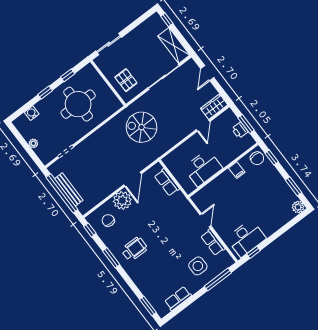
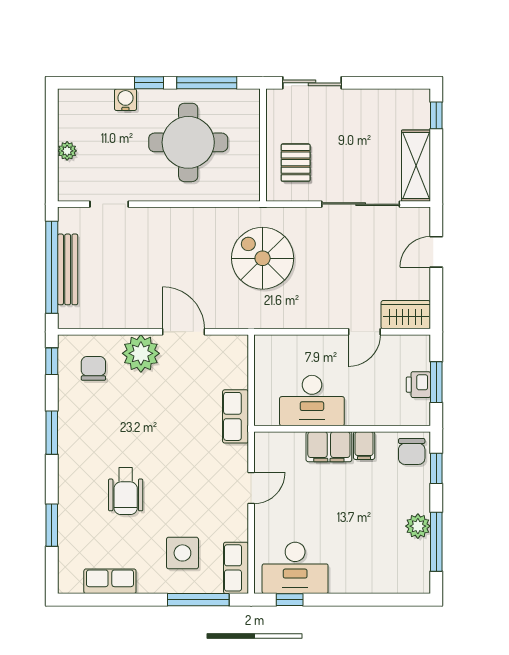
window: (68, 75) -> (207, 83), width x2.17
water cooler: (32, 113) -> (125, 100), moved
door: (133, 179) -> (184, 332), swing flipped
filing cabinet: (223, 181) -> (329, 447), added
row of seats: (167, 182) -> (235, 416), moved
window: (293, 186) -> (436, 542), width x1.44
plant: (298, 207) -> (418, 526), moved
row of seats: (213, 242) -> (236, 568), moved
wheelchair: (134, 249) -> (126, 491), moved, turned 90
window: (148, 306) -> (52, 525), moved

